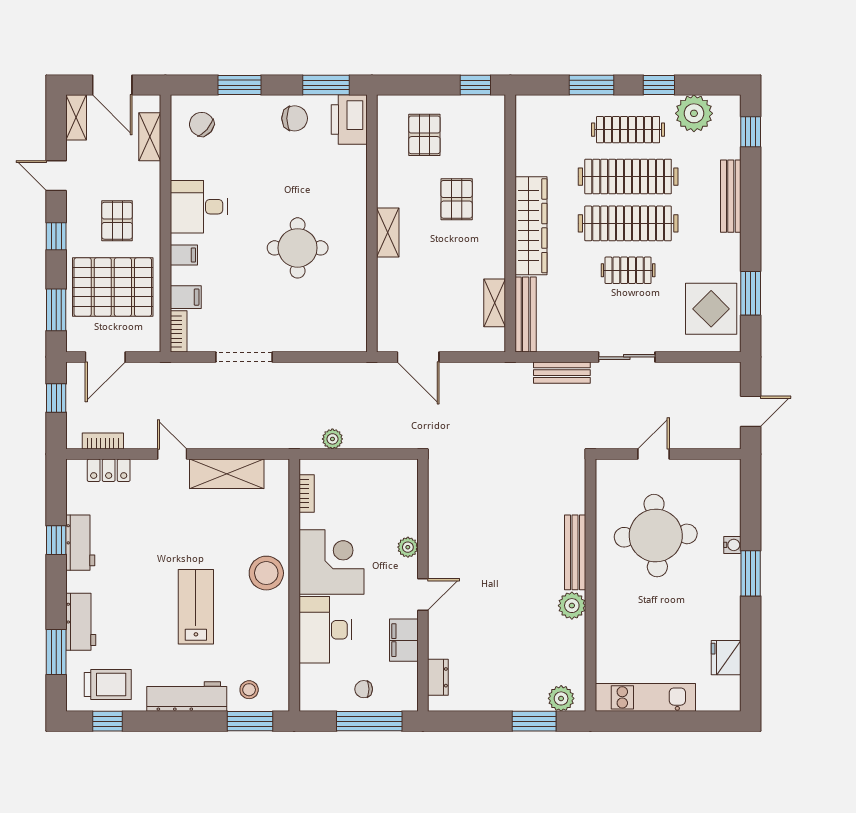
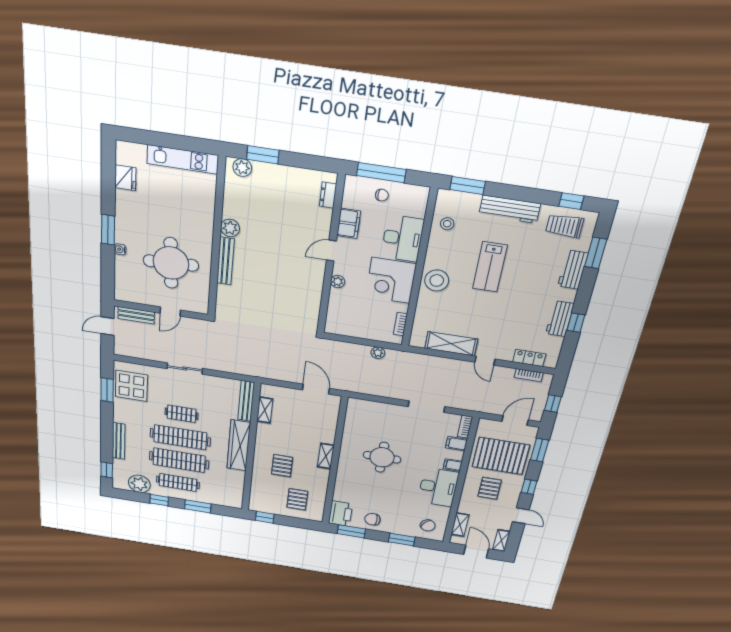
desk: (199, 207) -> (438, 487), width x1.37
bench: (562, 373) -> (136, 315), moved
stool: (249, 690) -> (447, 224), moved

